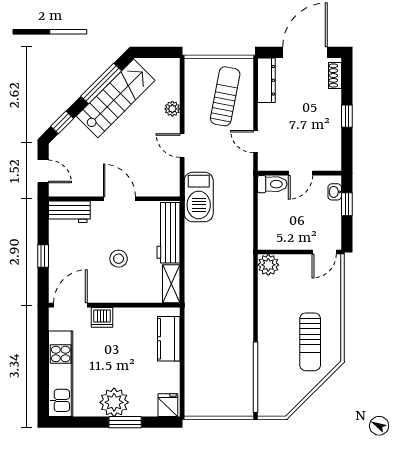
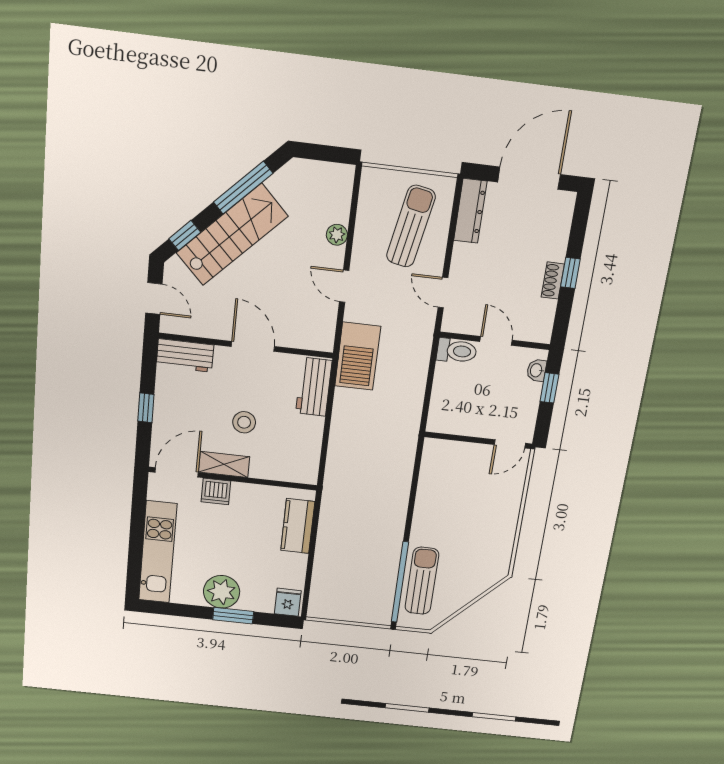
shoe rack: (335, 75) -> (553, 281), moved
stairs: (116, 98) -> (232, 235), moved
door: (301, 173) -> (496, 341), swing flipped
workbench: (168, 233) -> (314, 387), width x0.73
plant: (268, 265) -> (436, 452), removed
shelving: (171, 284) -> (224, 464), moved, turned 90
sun lounger: (310, 342) -> (422, 581), moved, turned 180

